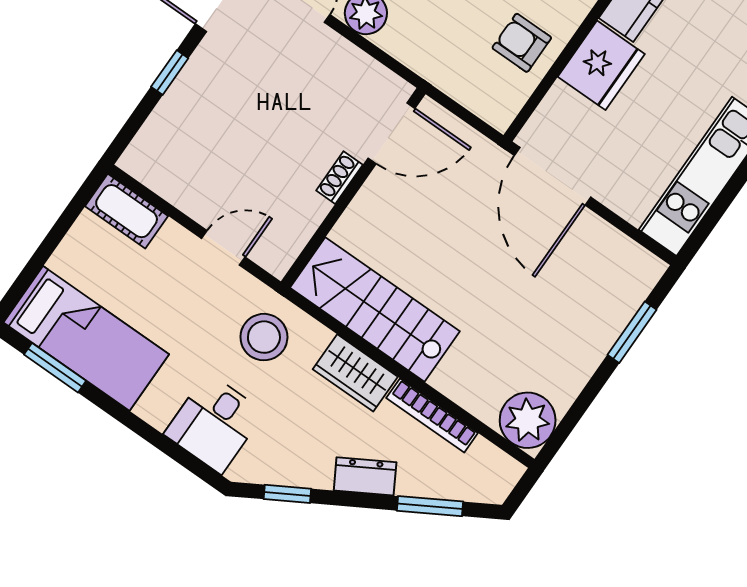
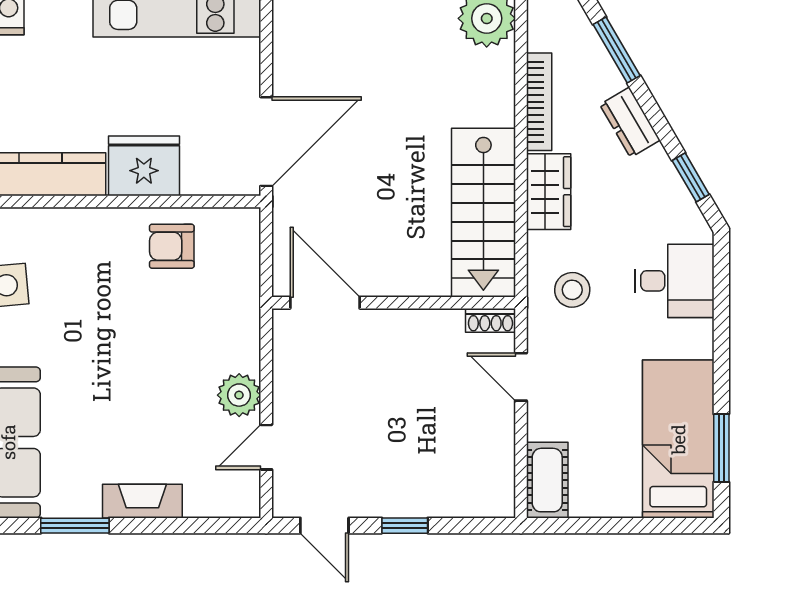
armchair: (522, 43) -> (172, 246), turned 90
shoe rack: (339, 178) -> (490, 320), moved
stool: (264, 337) -> (572, 290), width x0.73, depth x0.73

